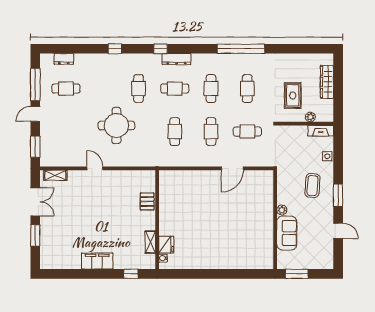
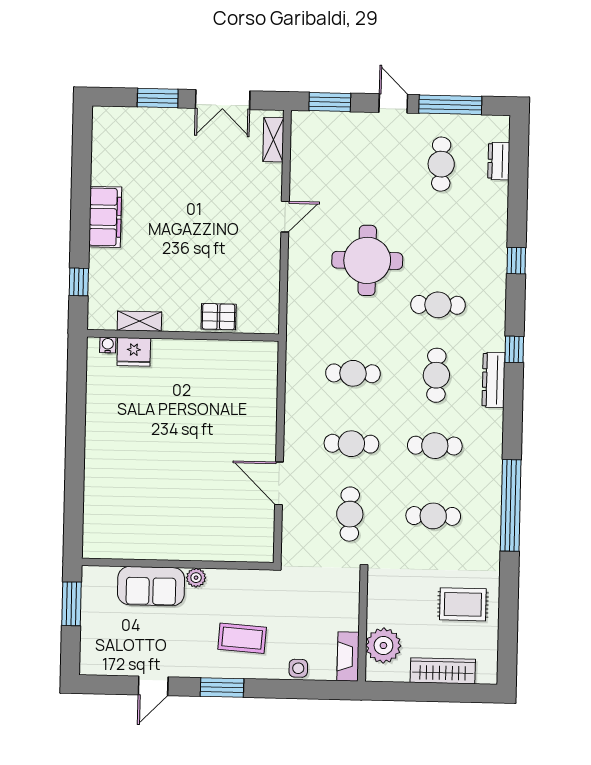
rug: (293, 95) -> (463, 604), moved
plant: (310, 117) -> (383, 646), width x1.88, depth x1.88

